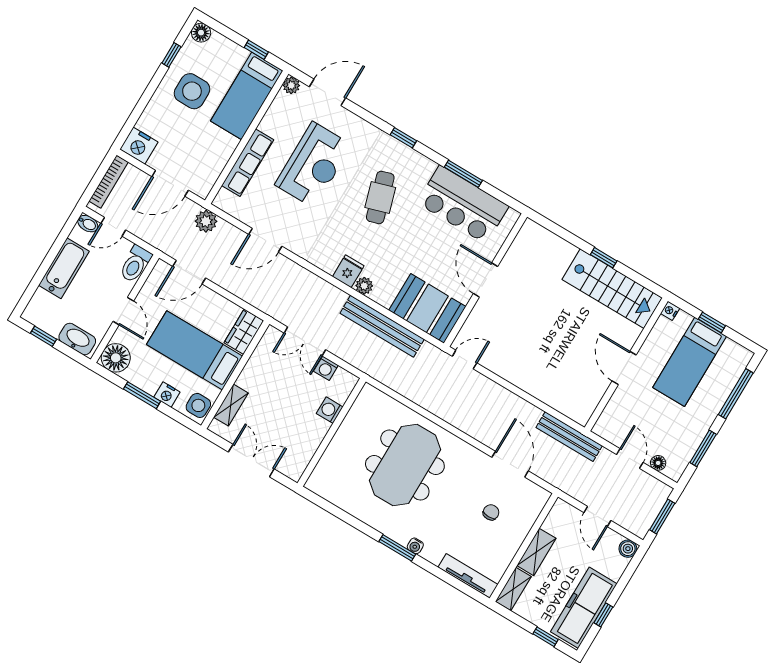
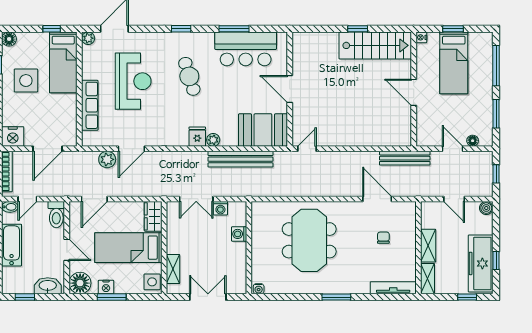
plant: (206, 221) -> (107, 159), moved
nightstand: (167, 395) -> (106, 287), moved
window: (662, 517) -> (496, 174), width x0.67
water cooler: (415, 546) -> (259, 289), moved

